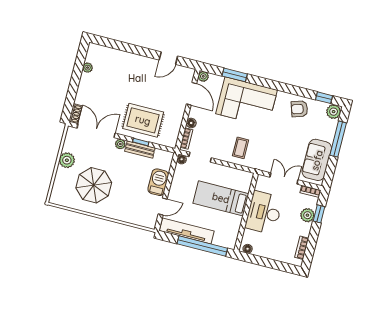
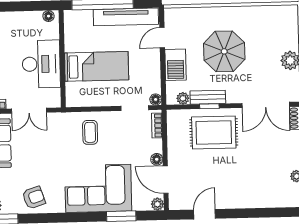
floor lamp: (191, 123) -> (157, 159), moved
plant: (120, 144) -> (183, 98), moved
parasol: (94, 185) -> (224, 51), moved

